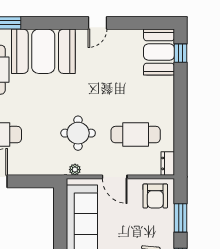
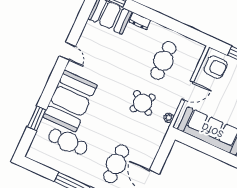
round table: (78, 133) -> (143, 103), turned 34
dresser: (168, 163) -> (140, 21), moved

